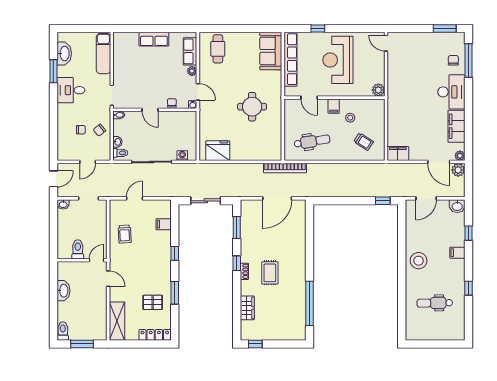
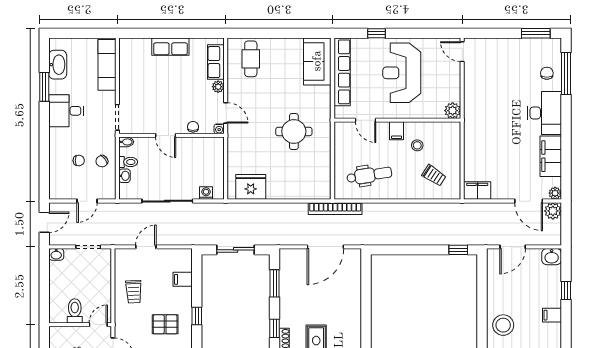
toilet: (120, 153) -> (128, 162), moved
pallet: (150, 260) -> (165, 324), added

